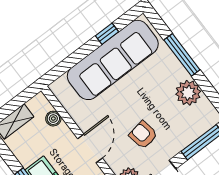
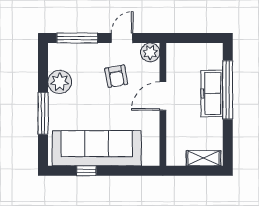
boiler: (53, 119) -> (173, 138), removed

